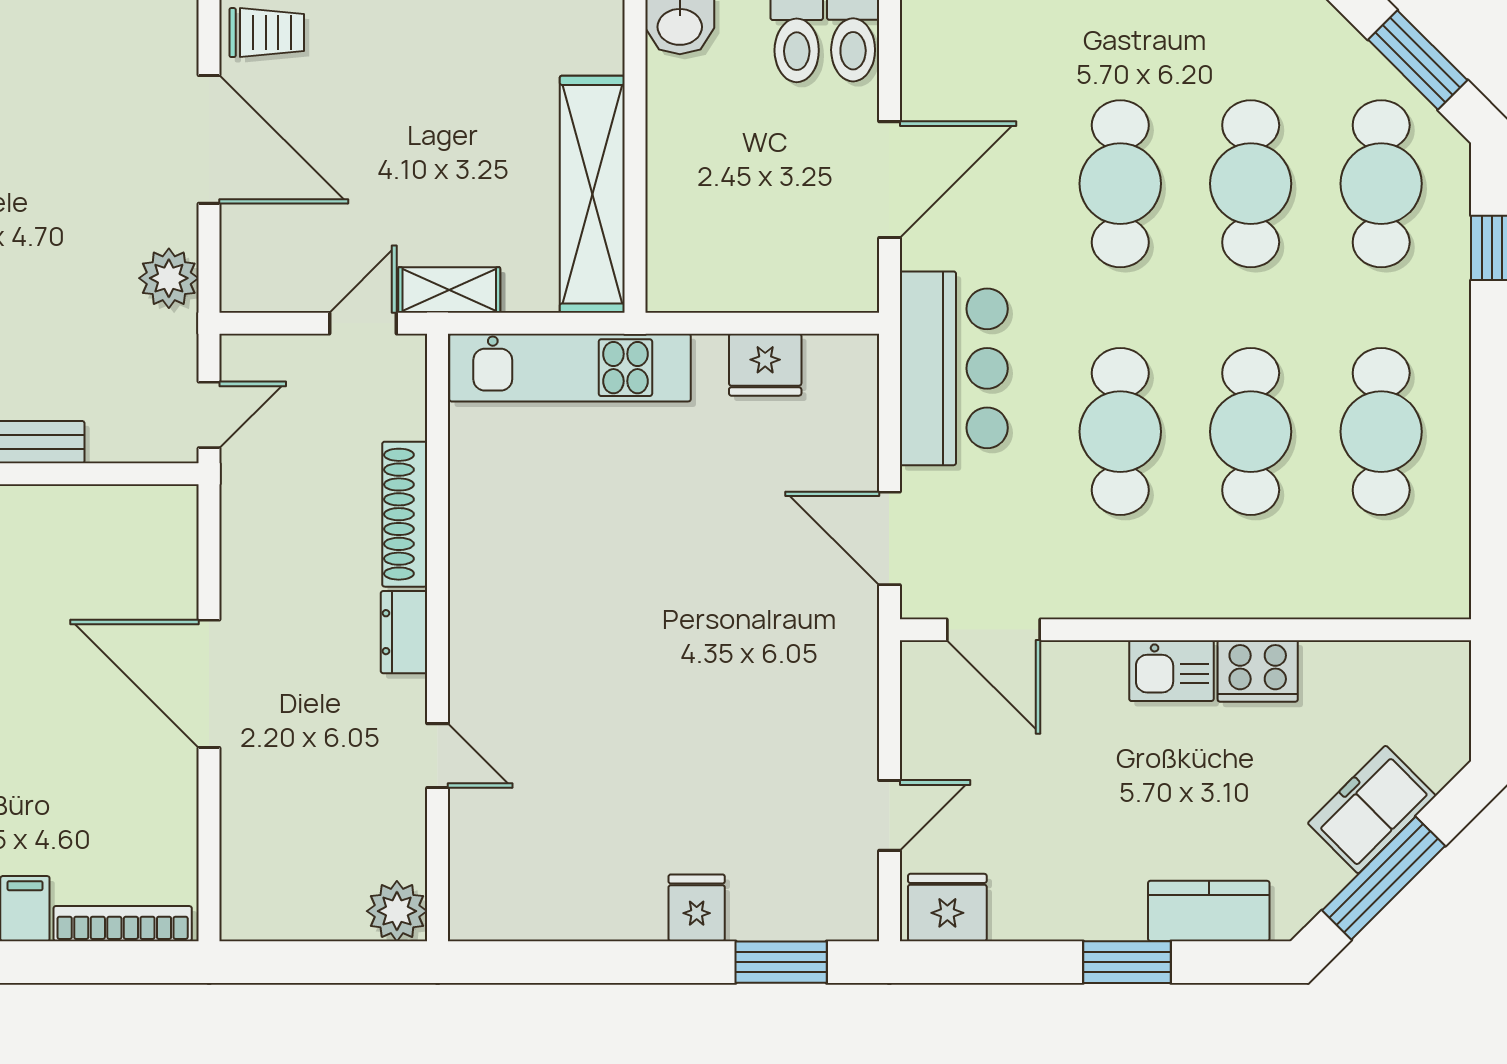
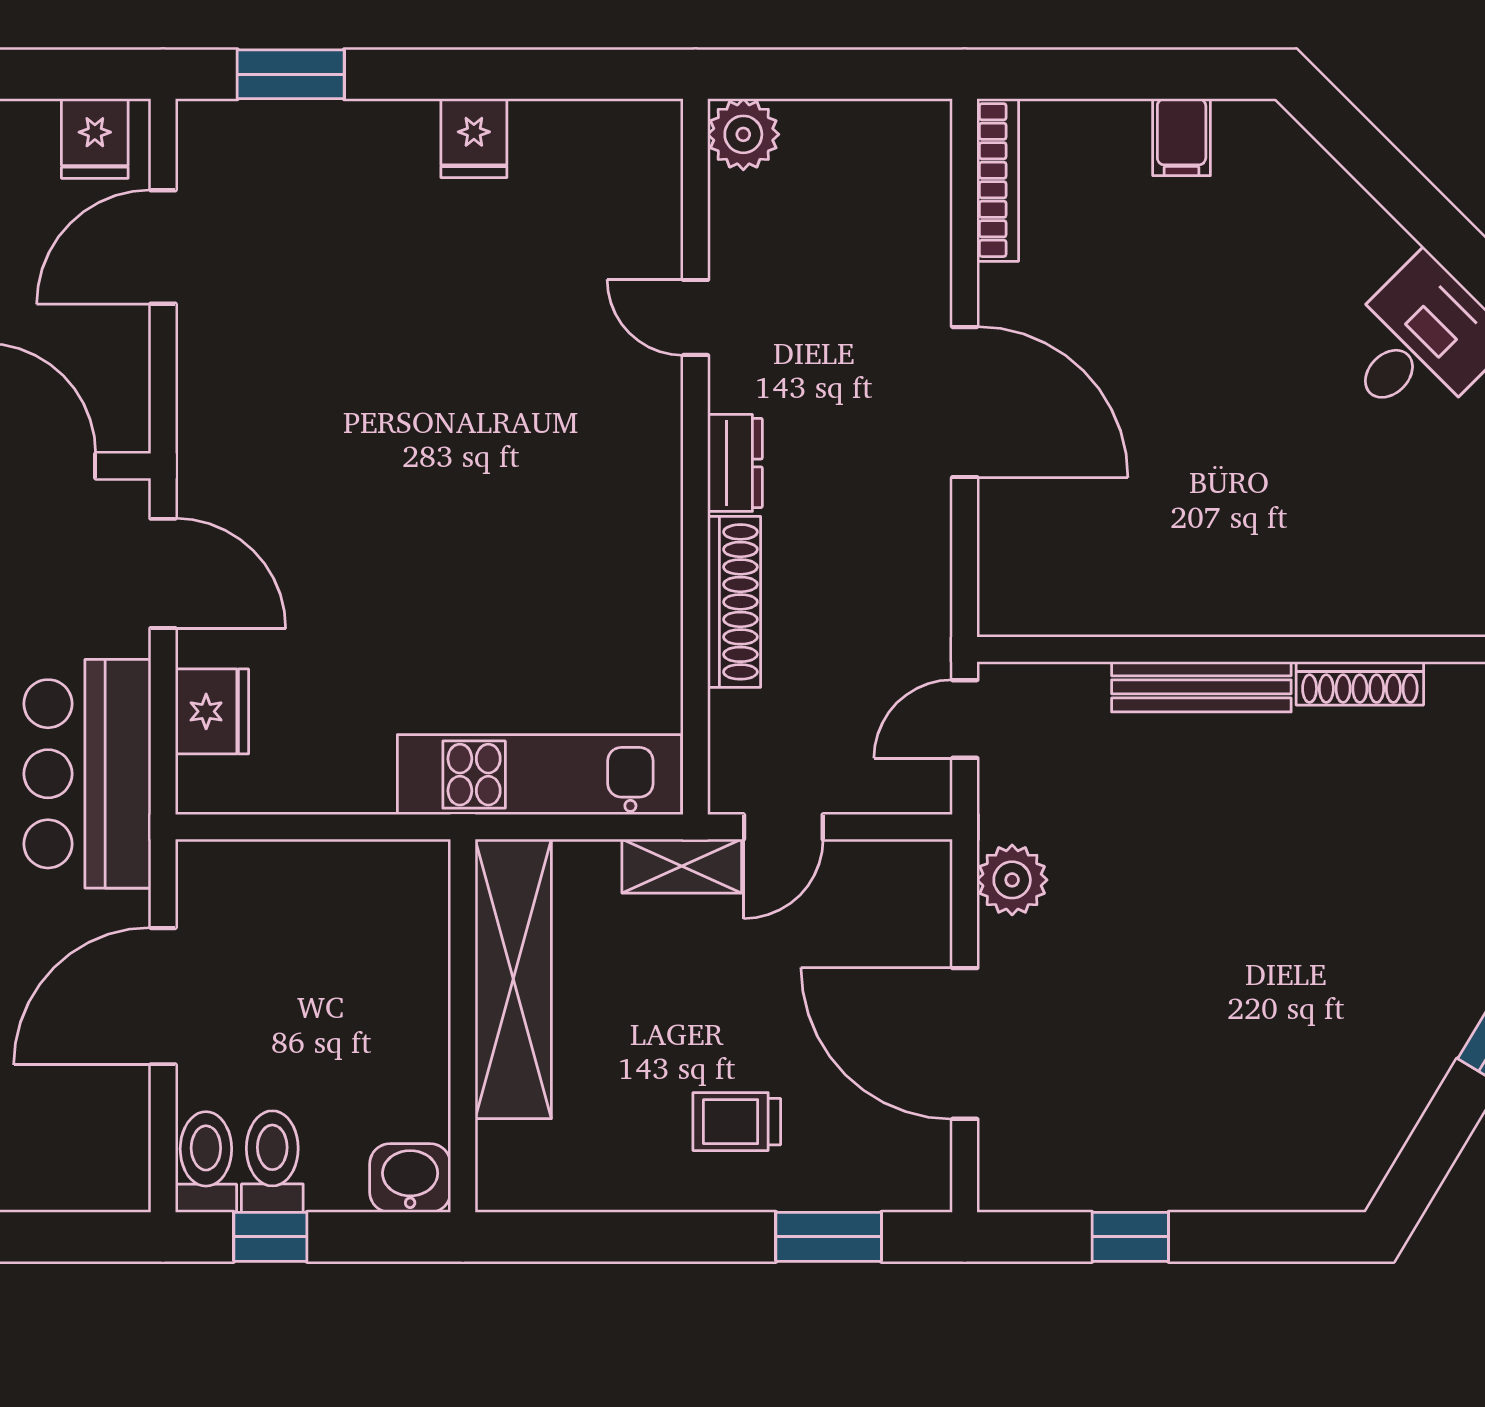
trolley: (267, 33) -> (737, 1122), moved
fridge: (765, 365) -> (212, 711), moved, turned 90
door: (889, 815) -> (163, 247), width x1.38
fridge: (947, 907) -> (95, 139), width x0.72
fridge: (697, 908) -> (474, 138), moved
bookcase: (123, 924) -> (998, 180), moved, turned -90

